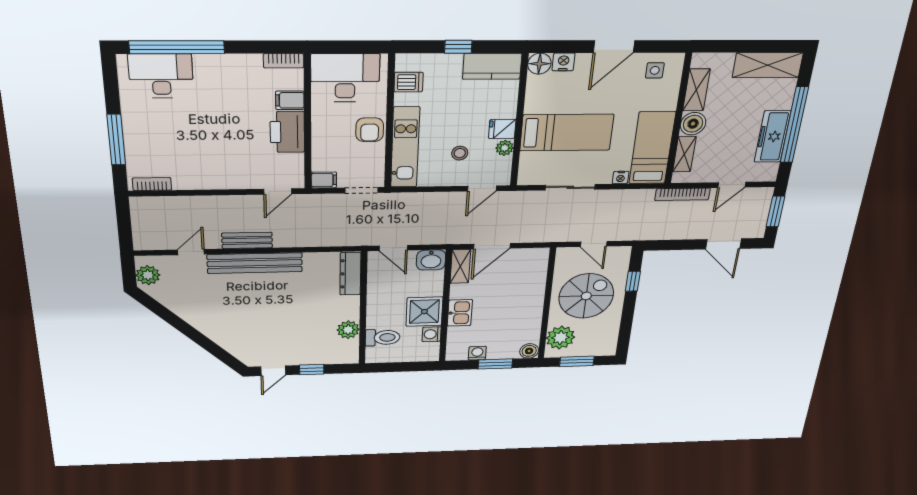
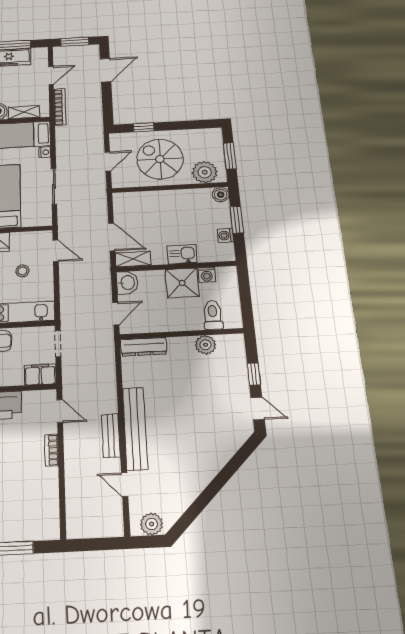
plant: (505, 148) -> (18, 239), removed
filing cabinet: (324, 180) -> (40, 374), width x2.00
bookcase: (152, 184) -> (51, 450), moved
door: (732, 185) -> (51, 75), hinge flipped

